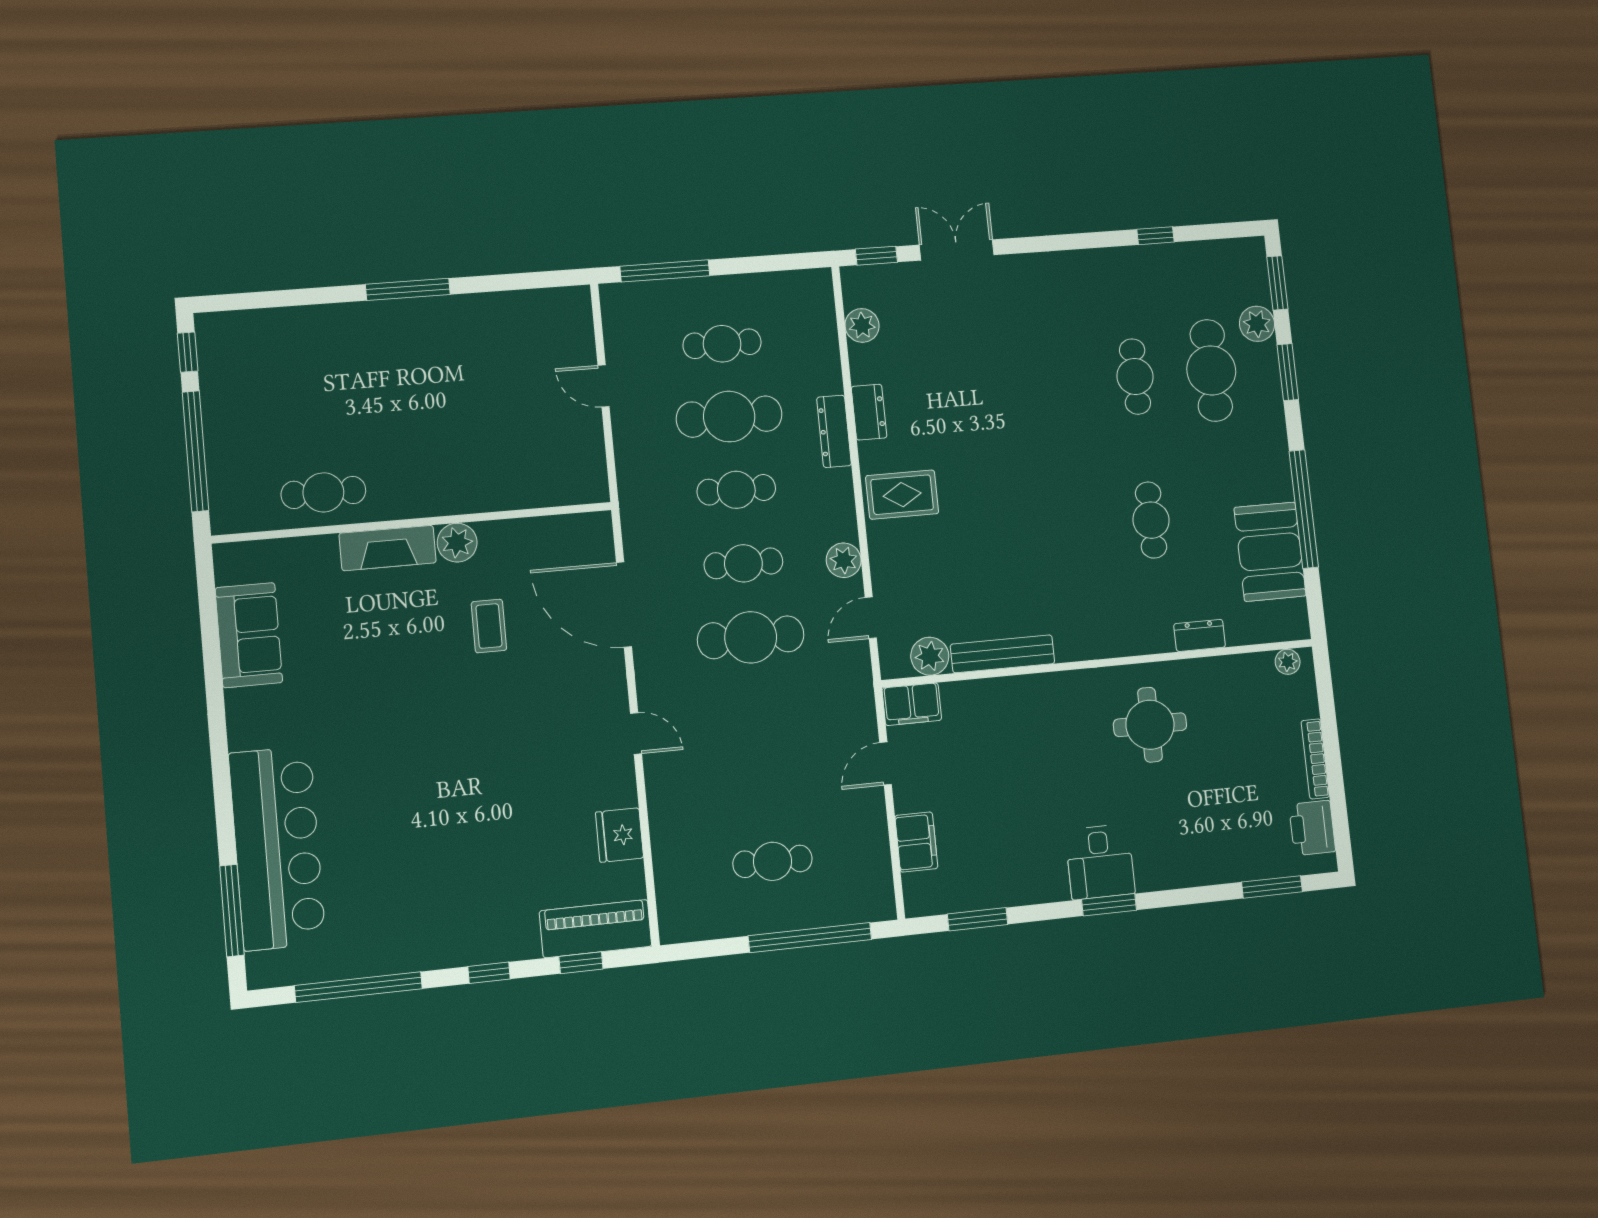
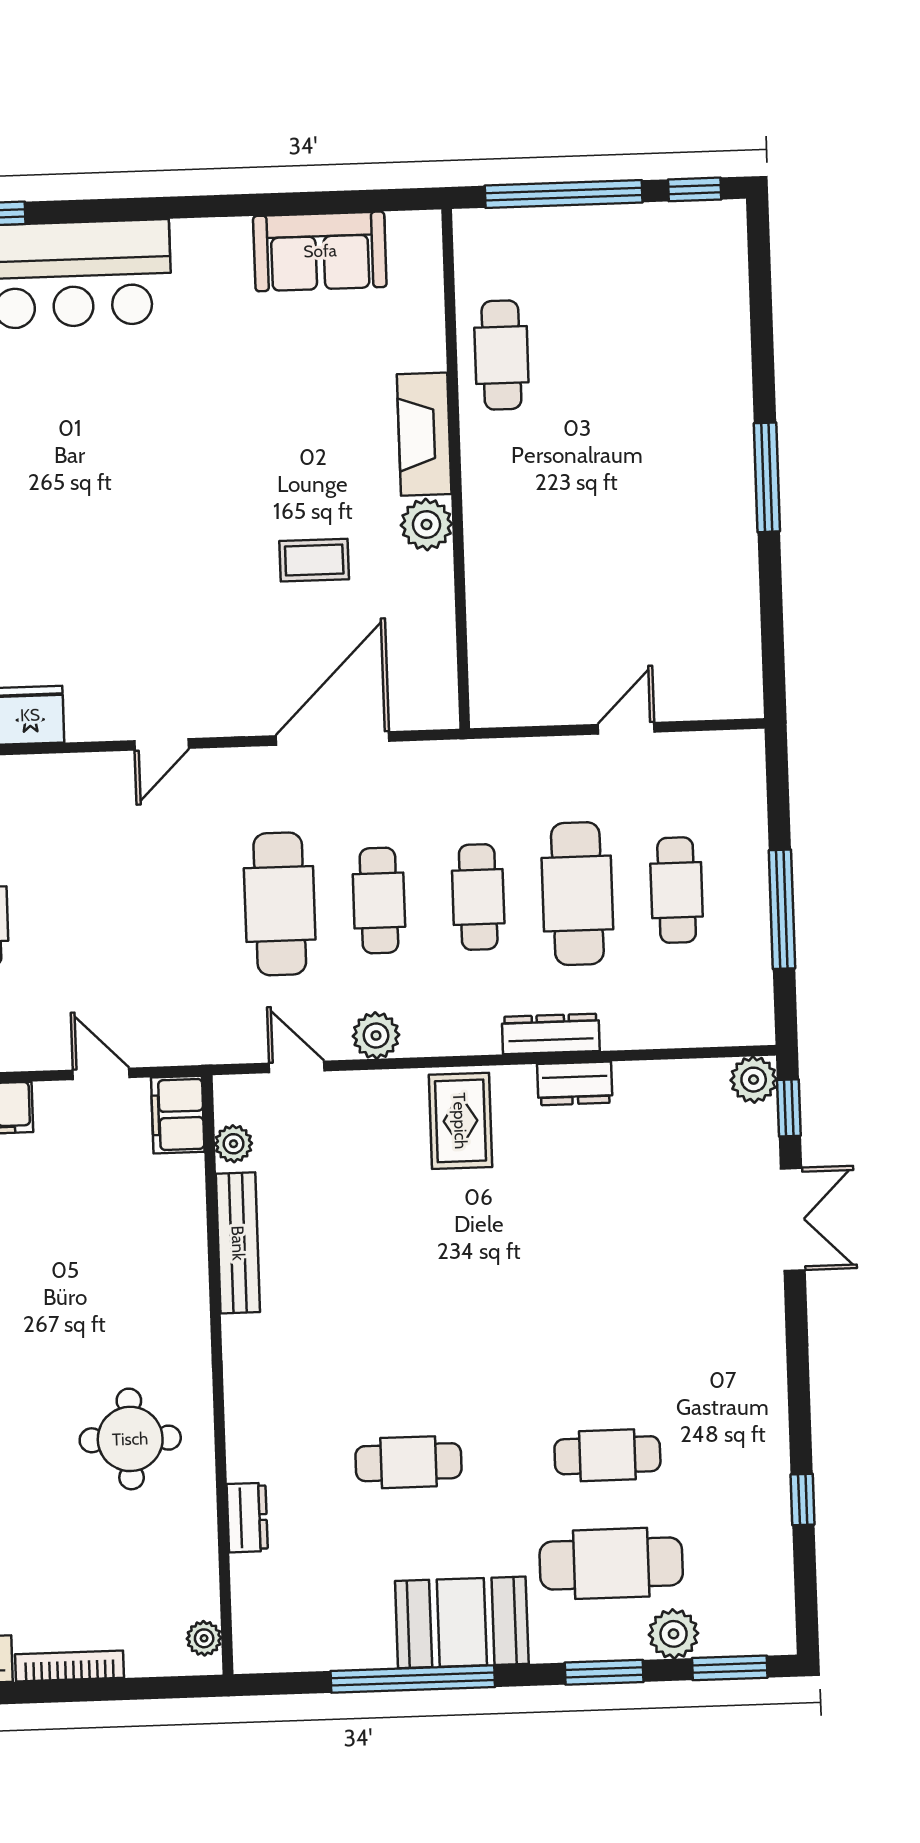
window: (665, 271) -> (782, 909), moved
plant: (862, 325) -> (754, 1080), moved
booth: (1270, 552) -> (462, 1622), moved
plant: (930, 656) -> (234, 1144), width x0.73, depth x0.73

